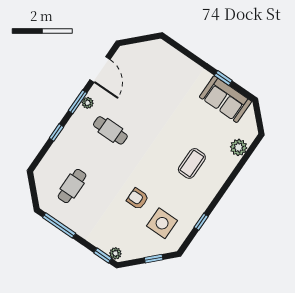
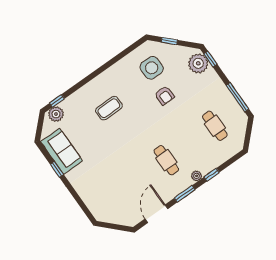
plant: (88, 103) -> (197, 176), moved
plant: (239, 147) -> (56, 114), moved
cafe table: (72, 186) -> (215, 126), turned 90
window: (201, 222) -> (57, 101), moved
plant: (115, 253) -> (198, 63), width x1.87, depth x1.87

